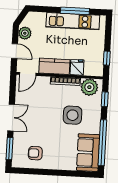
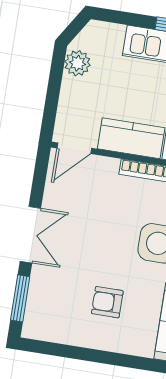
door: (15, 51) -> (52, 98), removed
armchair: (35, 153) -> (107, 302), moved

